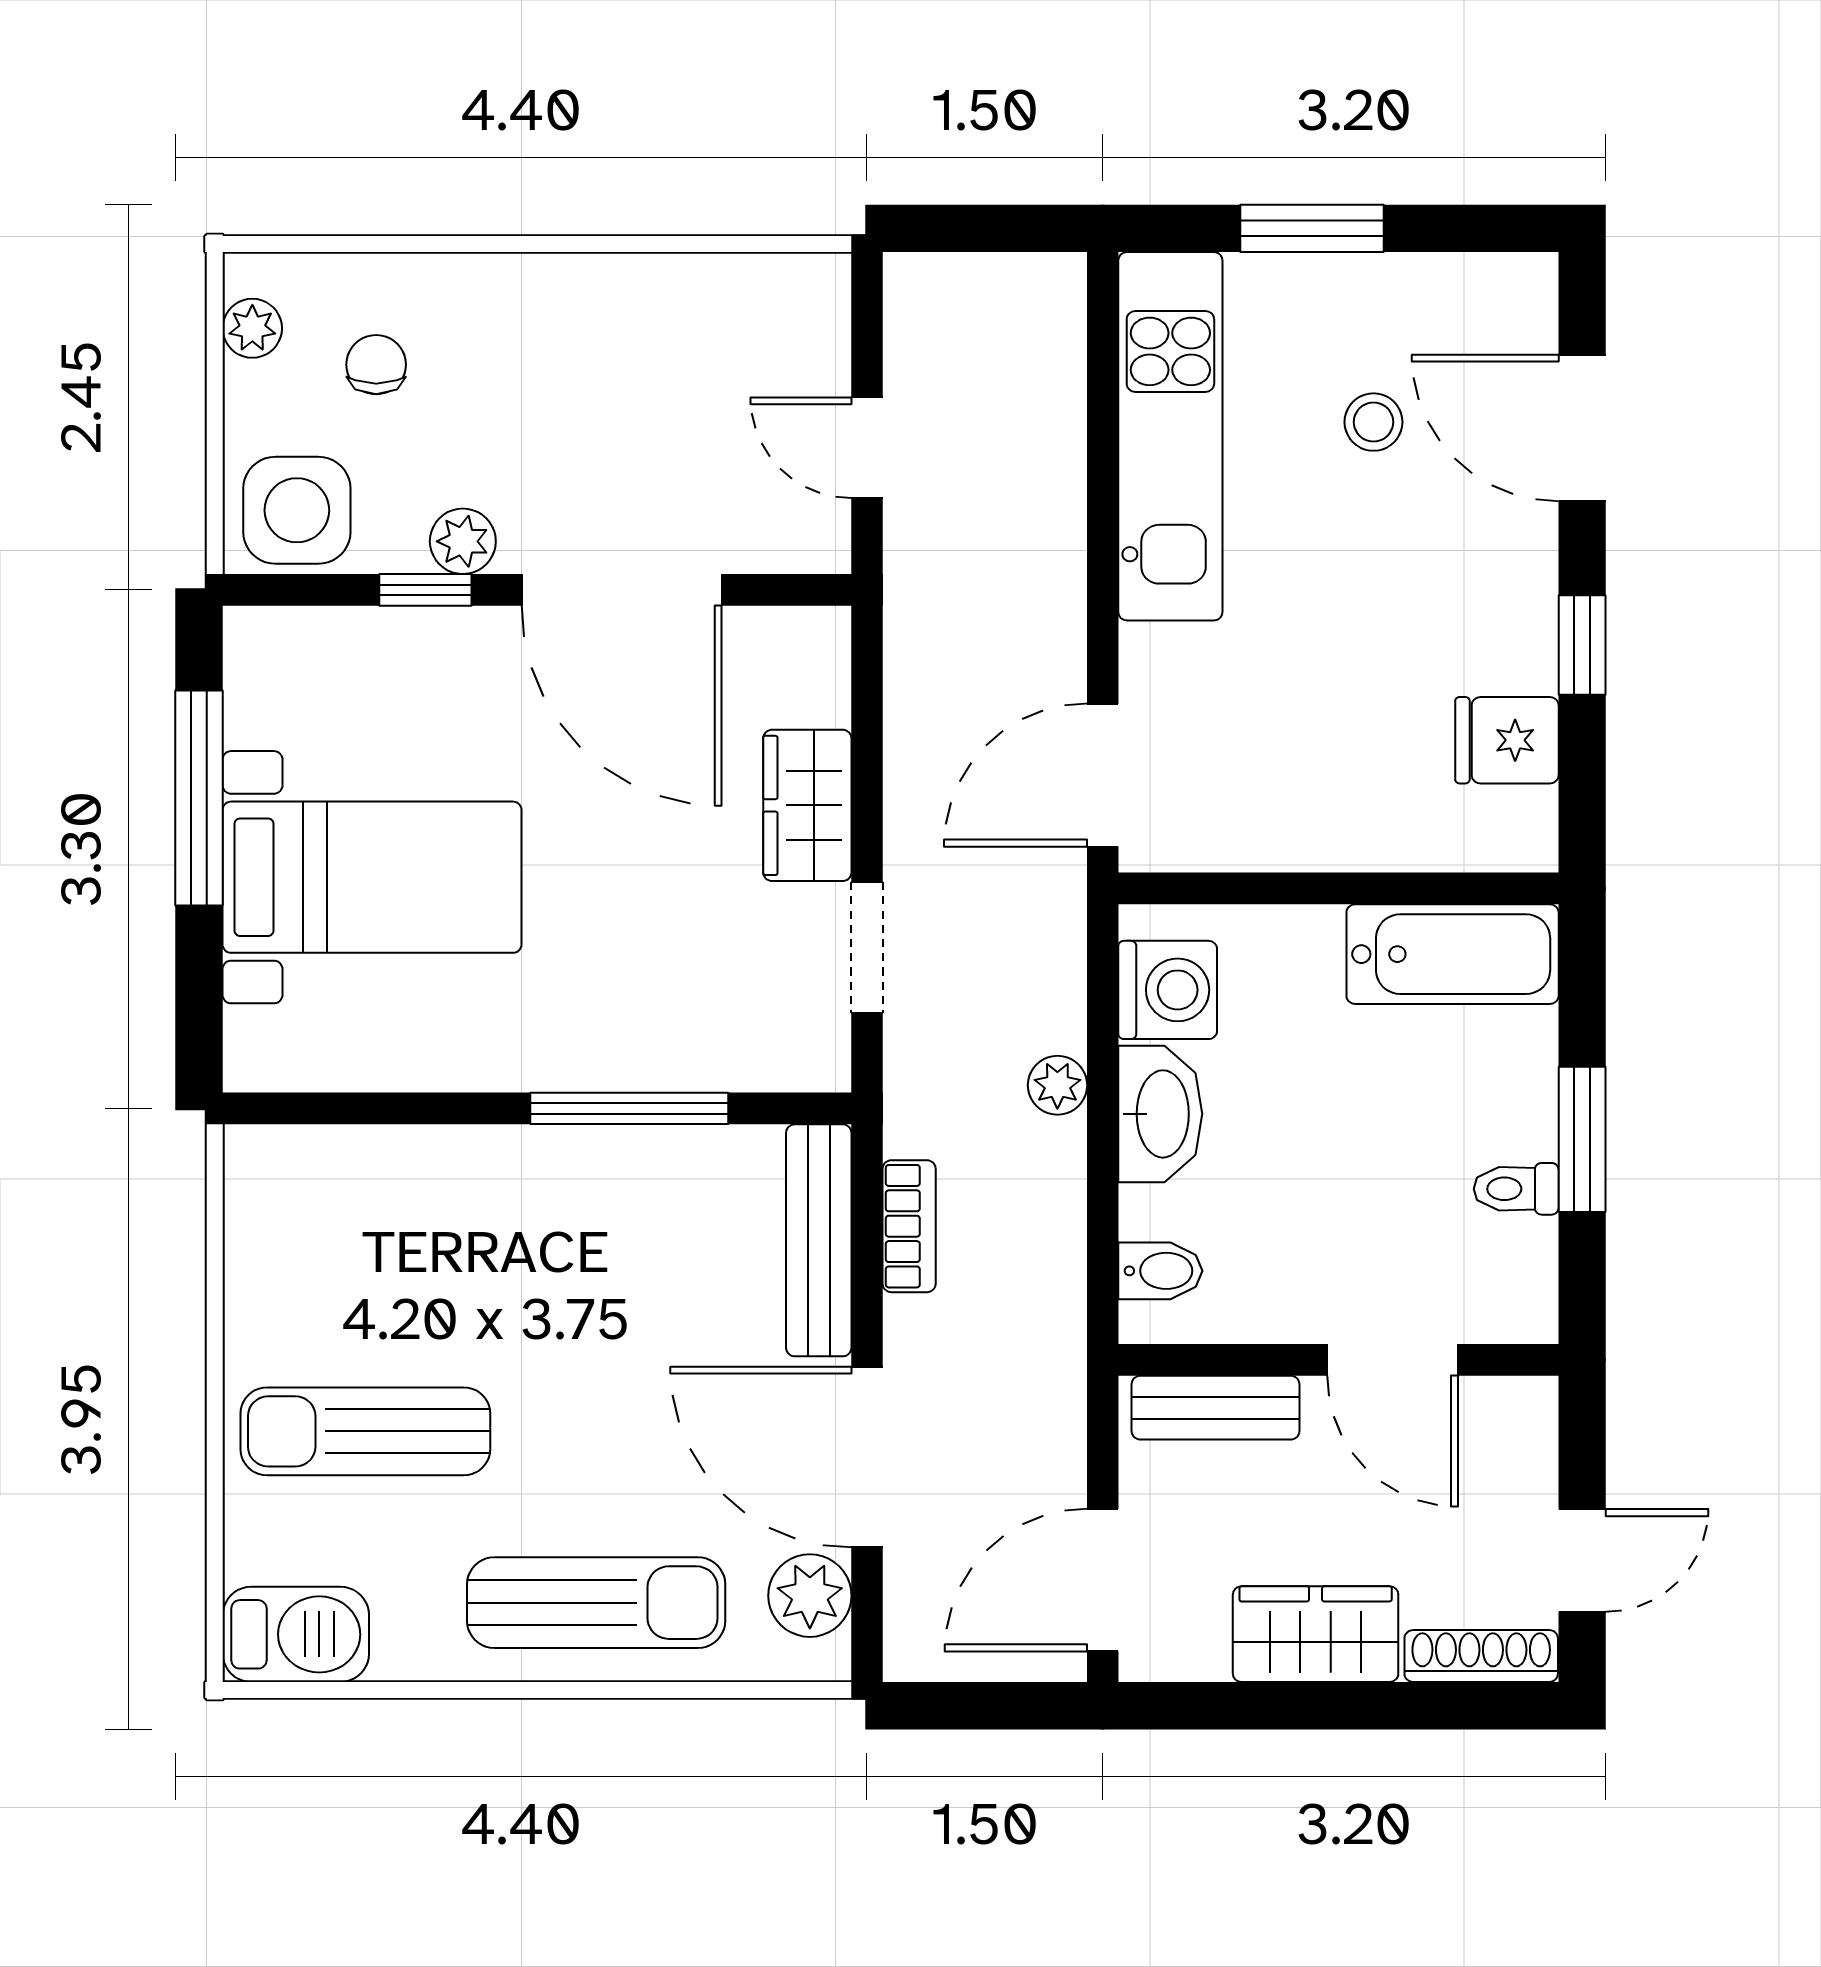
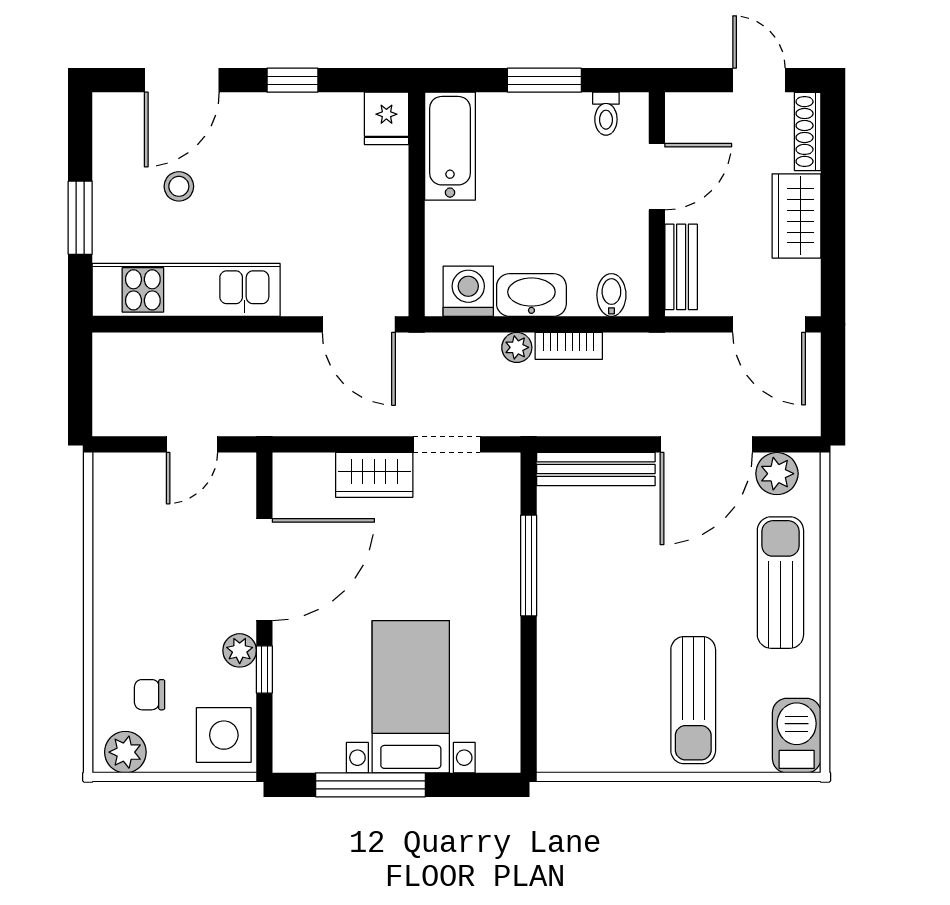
plant: (252, 328) -> (125, 752), width x1.38, depth x1.38
fridge: (1507, 740) -> (386, 118), moved
toilet: (1516, 1189) -> (606, 114), moved
bookcase: (909, 1226) -> (569, 346), moved, turned 180

